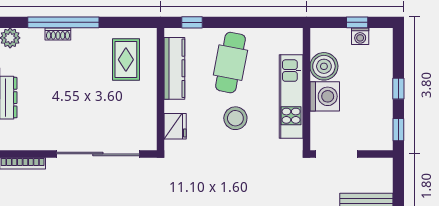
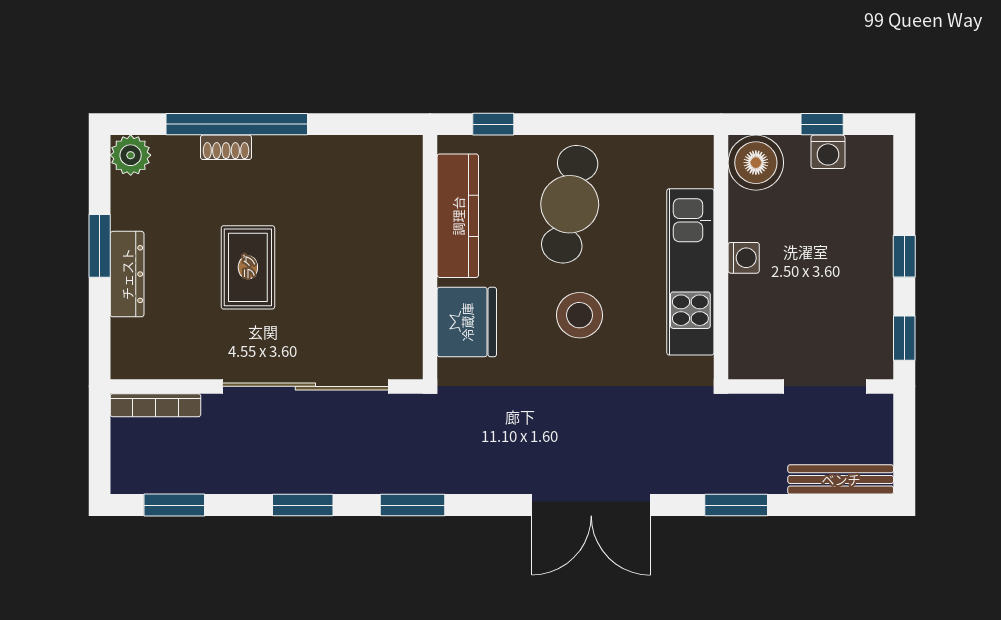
rug: (126, 60) -> (248, 267), moved
boiler: (324, 66) -> (756, 163), moved
washing machine: (325, 96) -> (744, 258), width x0.53, depth x0.53
fridge: (175, 126) -> (467, 322), width x1.36, depth x1.34
doorway: (336, 154) -> (825, 386), moved

